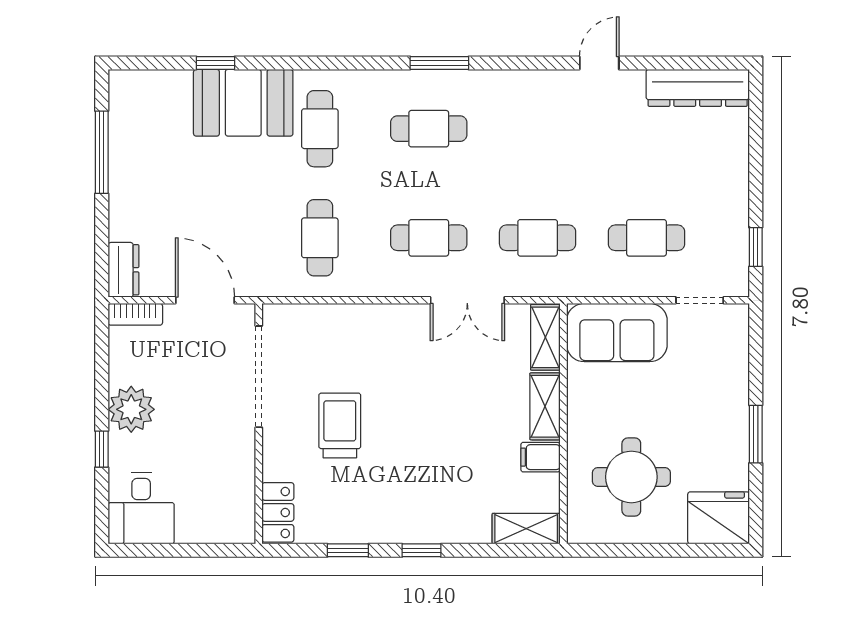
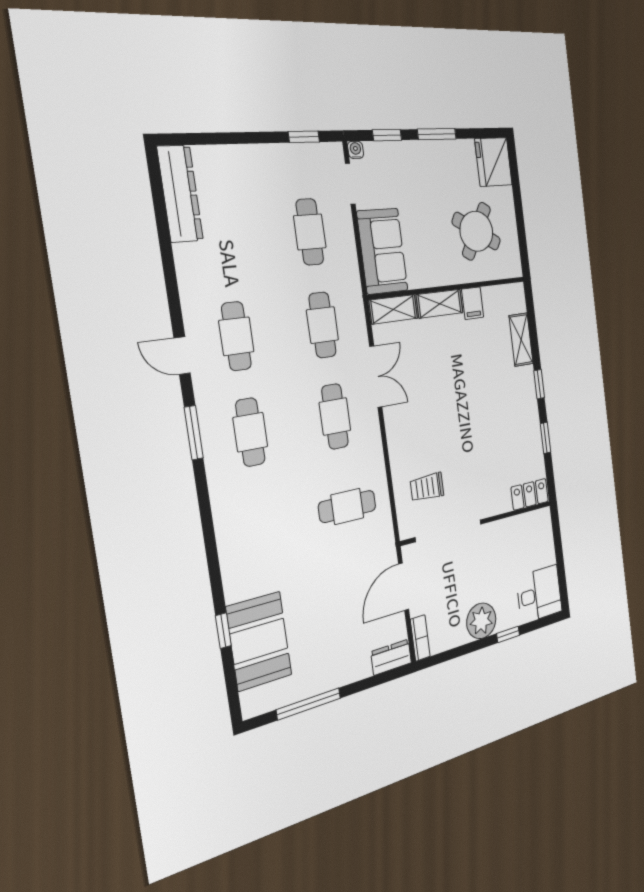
door: (599, 63) -> (182, 356), moved
booth: (243, 103) -> (259, 641), moved
cafe table: (320, 129) -> (236, 336), moved, turned 90
water cooler: (739, 314) -> (356, 150), added
window: (756, 360) -> (387, 135), added
trolley: (340, 425) -> (427, 487), moved, width x0.73, depth x0.72
round table: (631, 477) -> (476, 231), turned 31
shelving: (526, 529) -> (521, 340), moved

